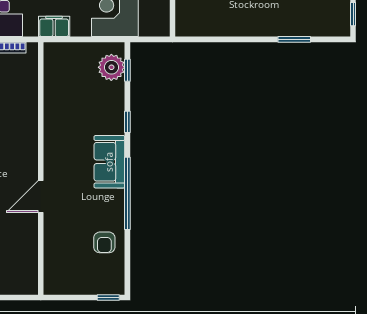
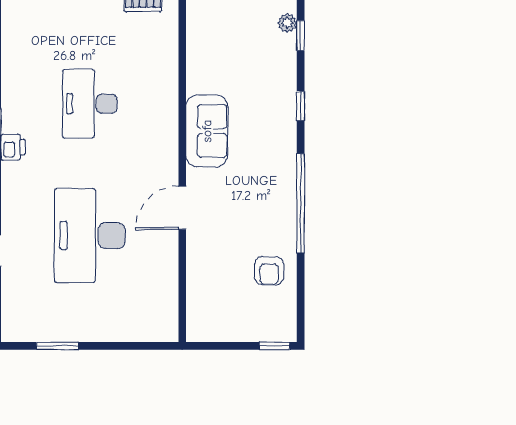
plant: (111, 67) -> (287, 23), width x0.53, depth x0.53
sofa: (109, 162) -> (207, 131), moved, turned 180

